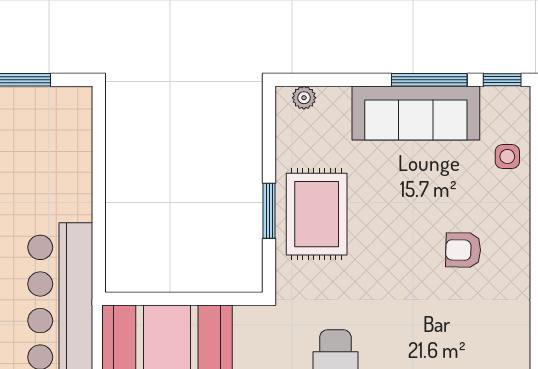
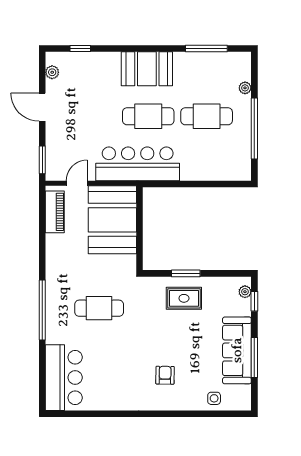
window: (502, 80) -> (254, 301), moved
rug: (317, 214) -> (184, 298), width x0.73, depth x0.70

